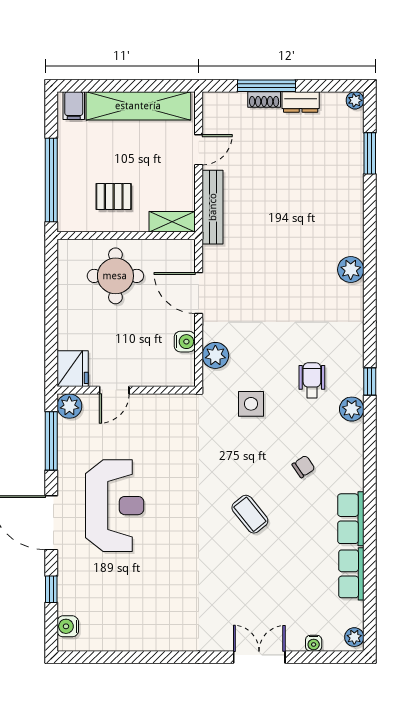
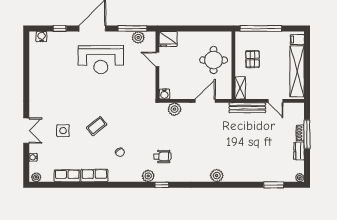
water cooler: (185, 342) -> (164, 94), moved
side table: (251, 404) -> (63, 131), moved
plant: (69, 406) -> (138, 37), moved

